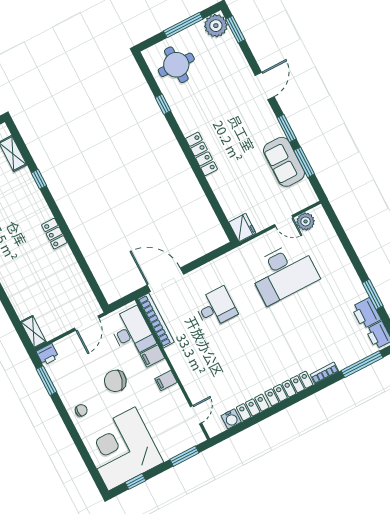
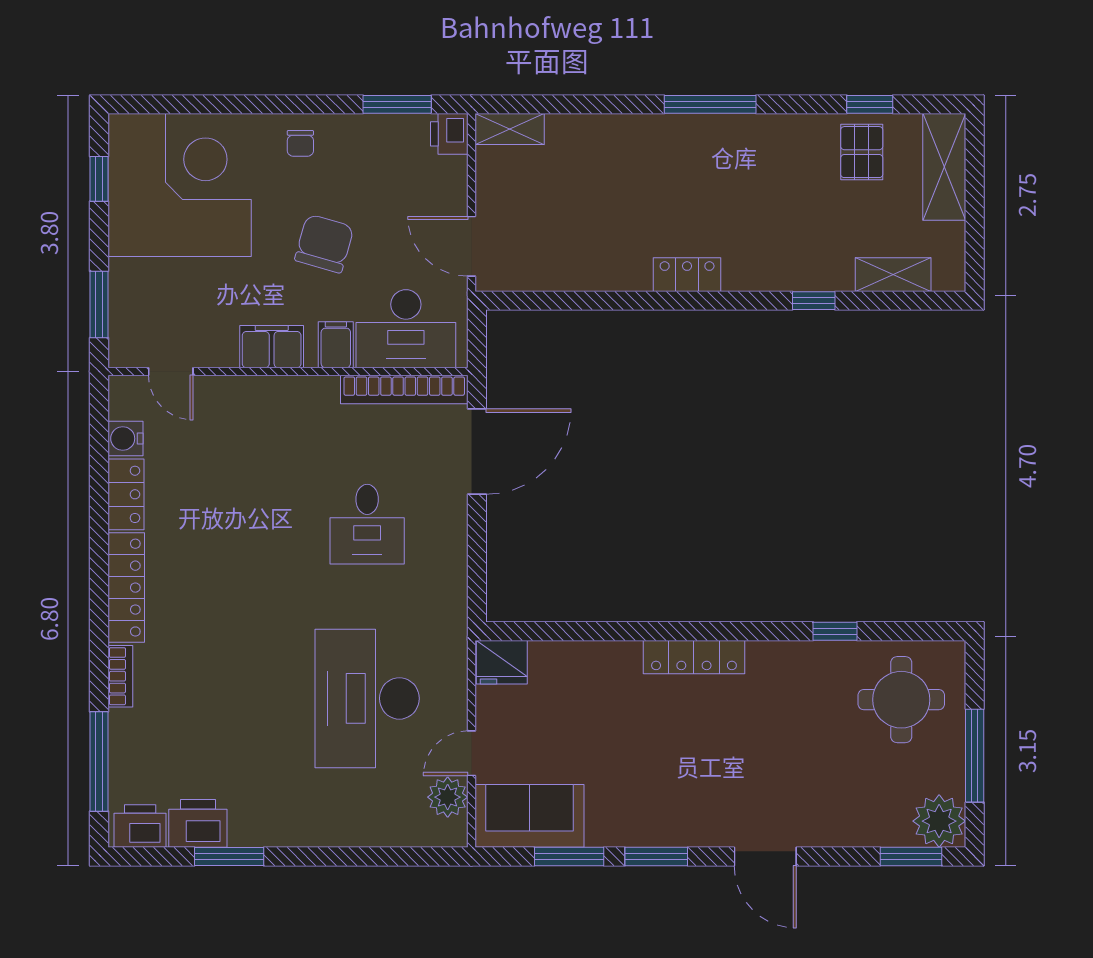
sofa: (284, 162) -> (529, 816), moved
filing cabinet: (166, 381) -> (272, 347), width x2.00

